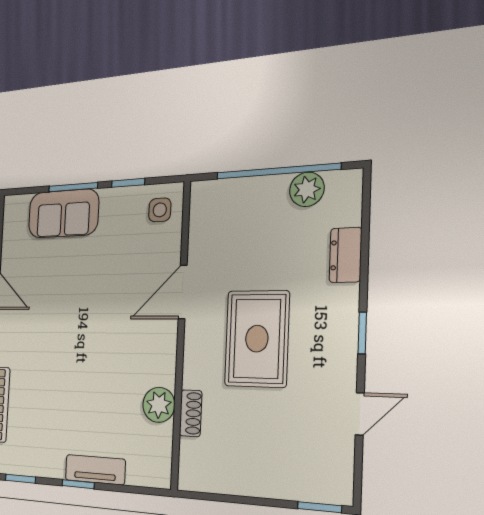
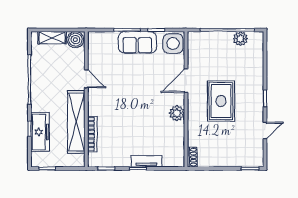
side table: (160, 210) -> (173, 43), width x1.87, depth x1.87
sofa: (63, 213) -> (137, 42), moved
dresser: (346, 255) -> (257, 67), removed
plant: (159, 405) -> (177, 113), moved
shoe rack: (191, 413) -> (192, 157), moved

